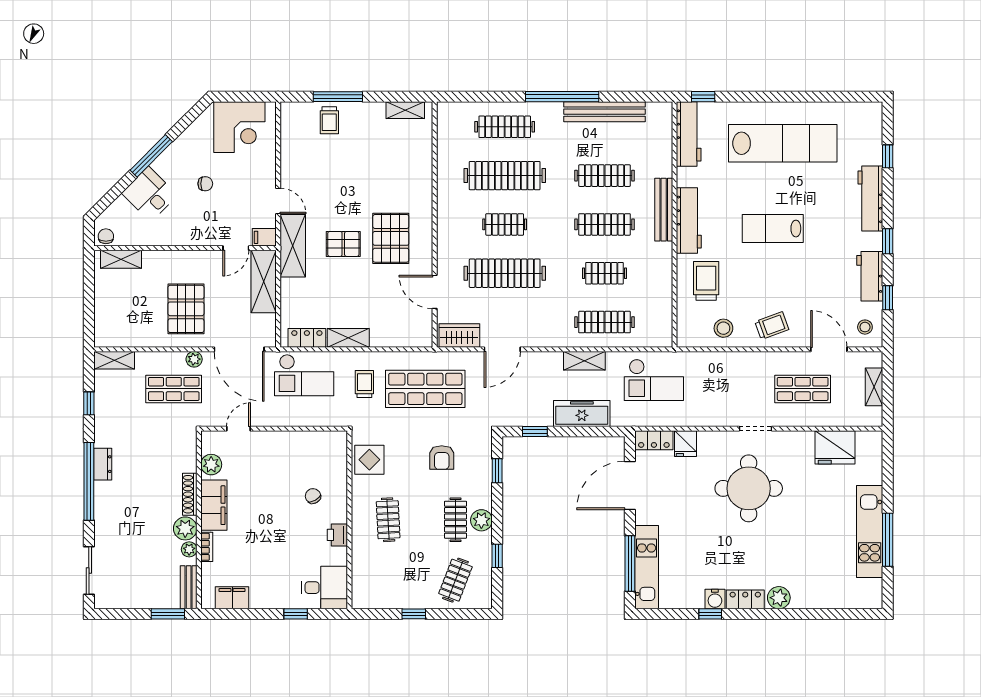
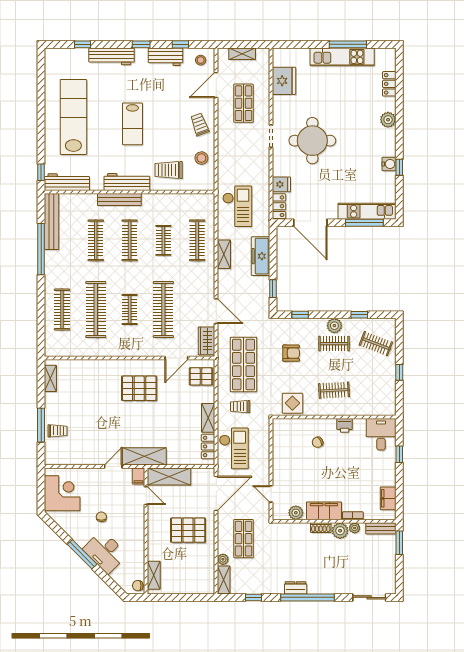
window: (562, 97) -> (41, 249), moved
bench: (605, 112) -> (52, 221), moved
desk: (150, 194) -> (105, 552), width x1.37
pallet: (343, 244) -> (201, 376), moved, turned 90
plant: (194, 359) -> (223, 559), moved
shoe rack: (190, 494) -> (321, 528), width x0.70
locker: (745, 599) -> (389, 84), moved

